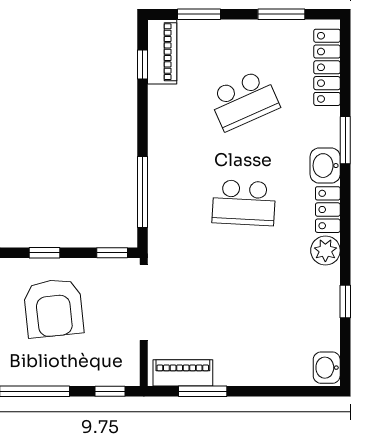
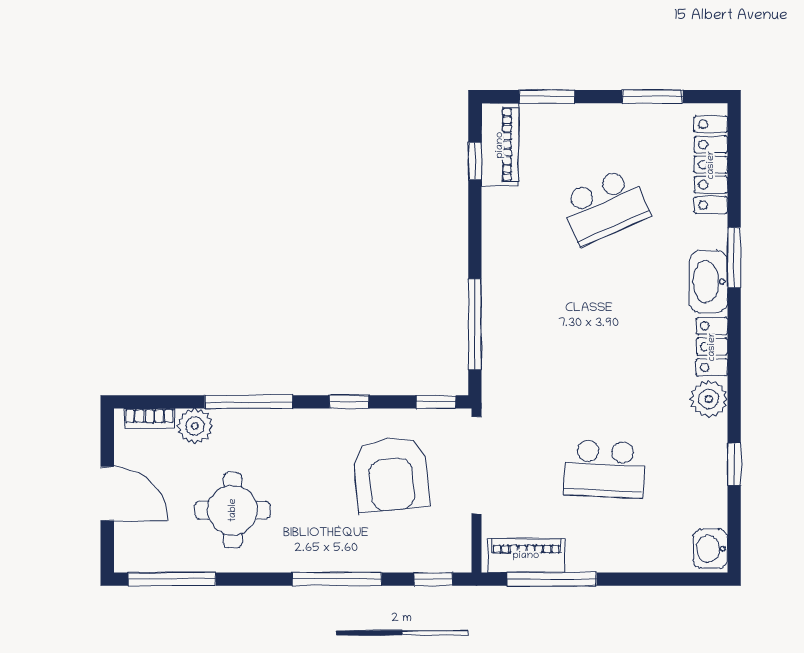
washbasin: (325, 166) -> (708, 282), width x1.38
school desk: (244, 203) -> (604, 469), moved
armchair: (54, 308) -> (391, 474), moved
window: (203, 391) -> (552, 579), width x1.44

